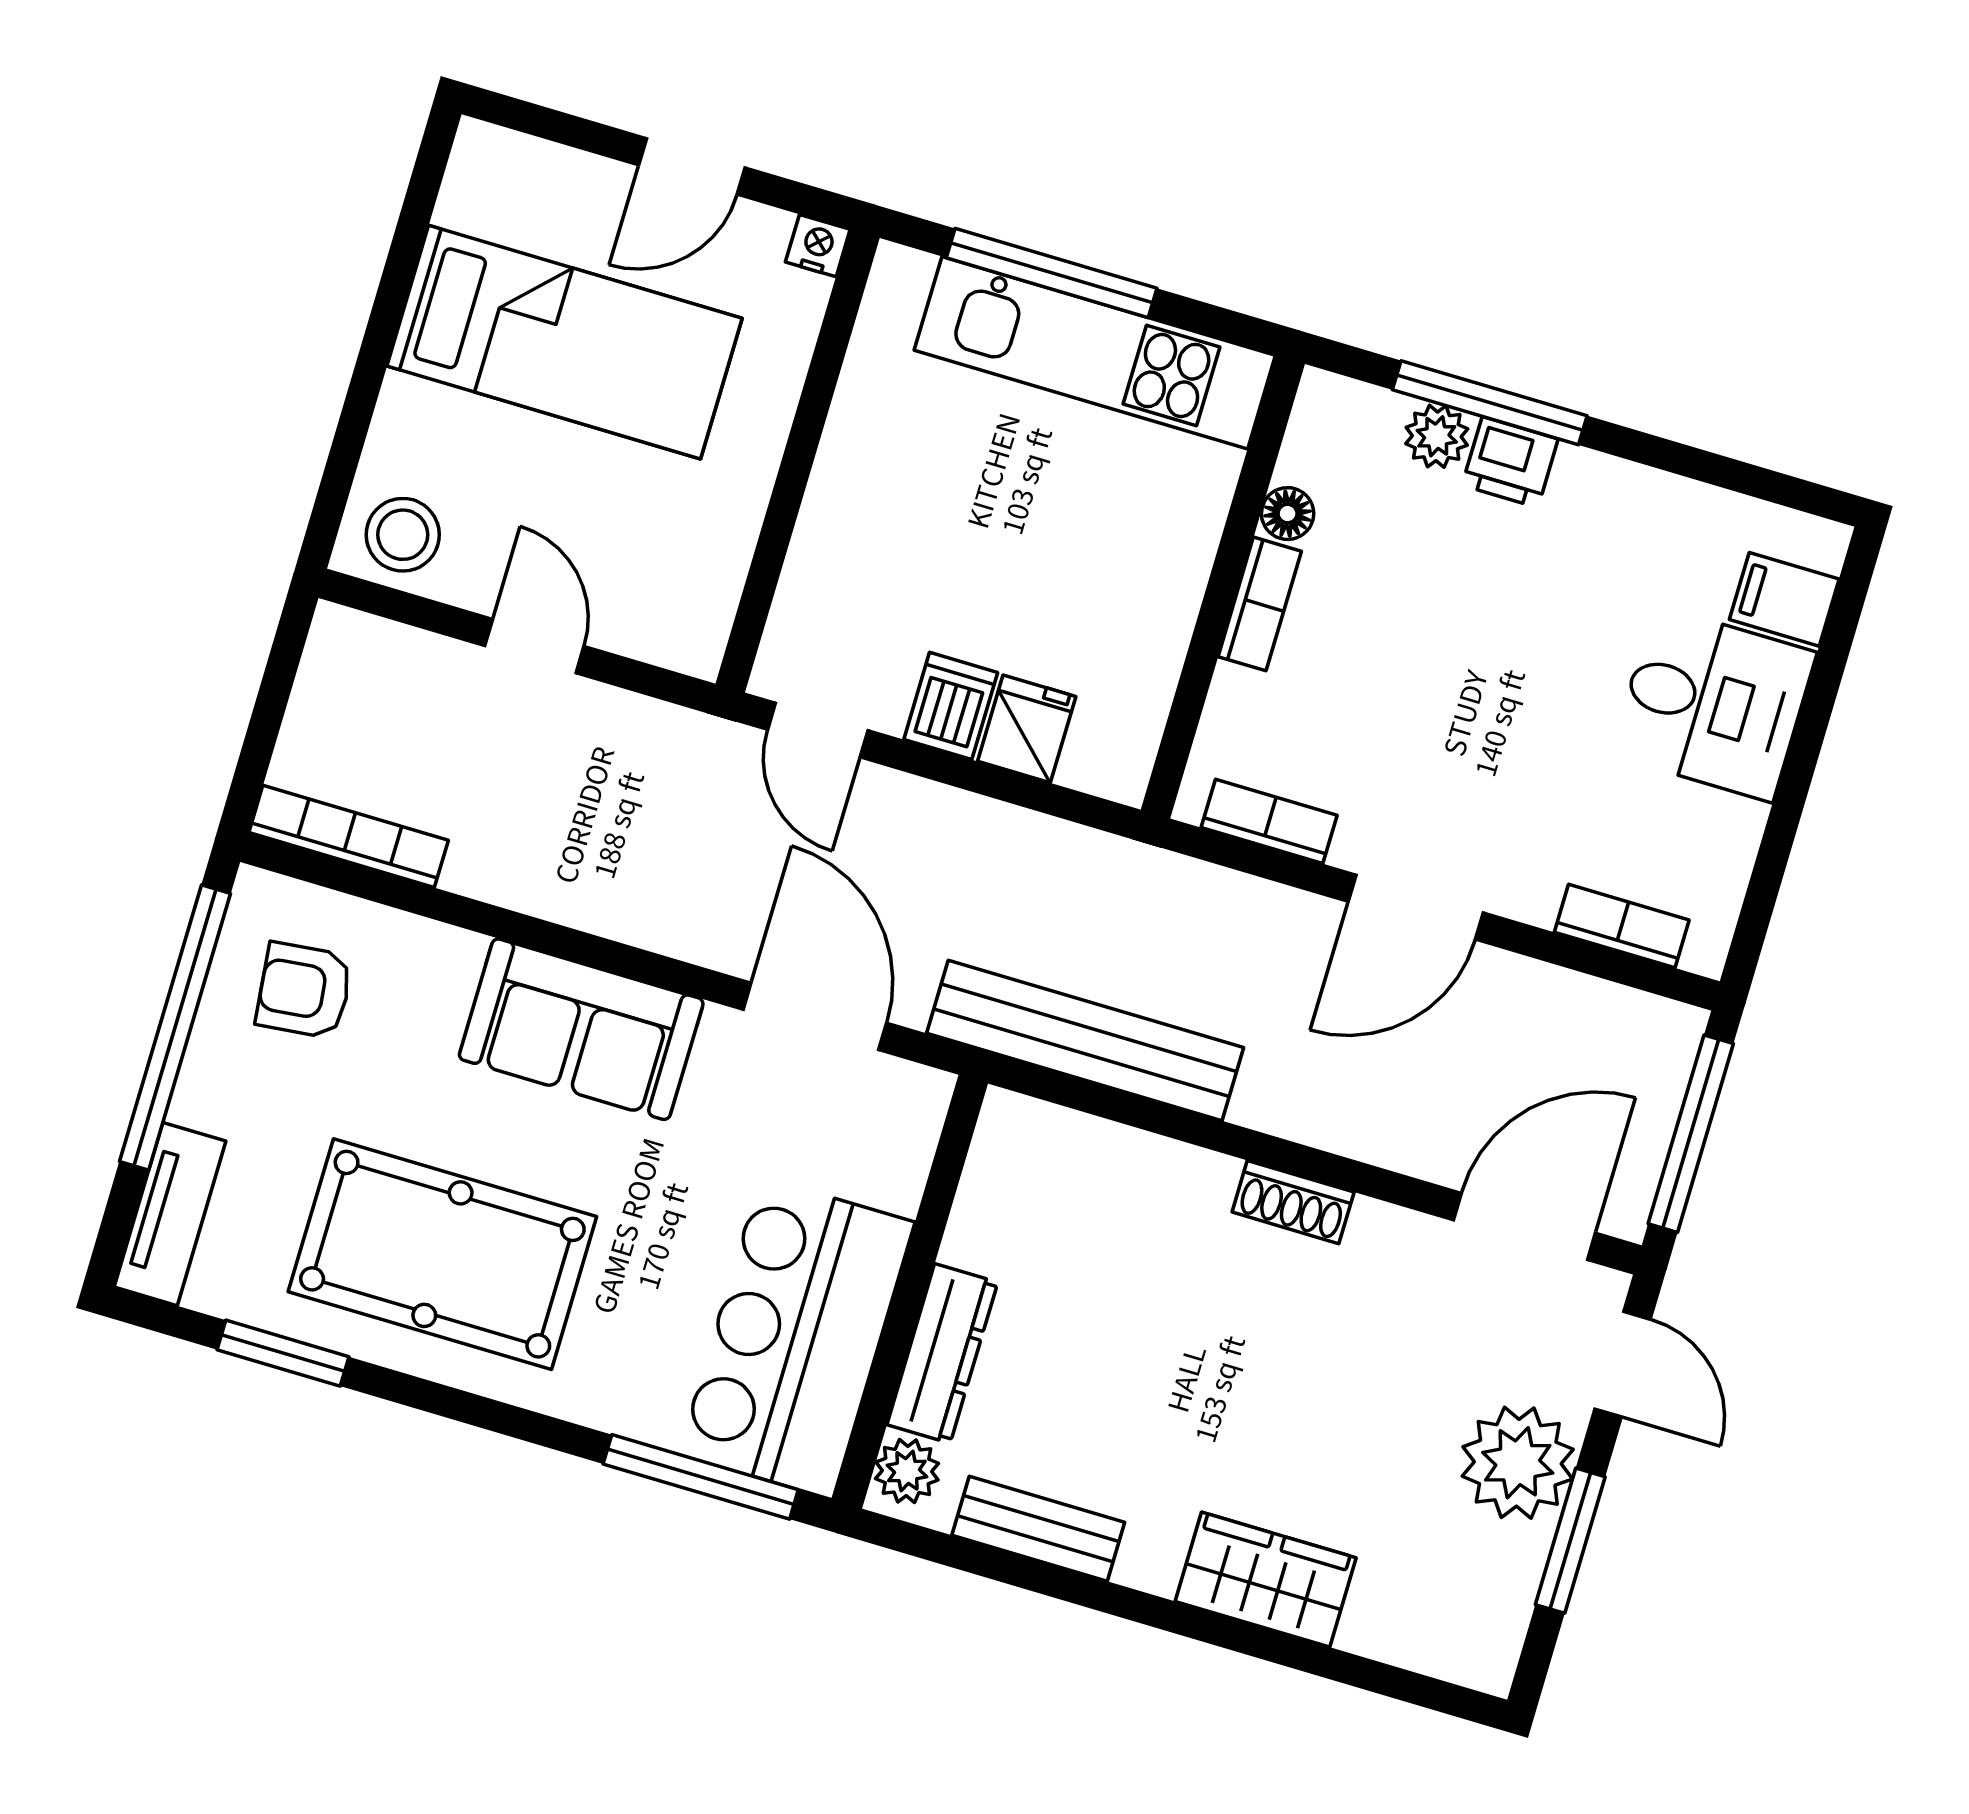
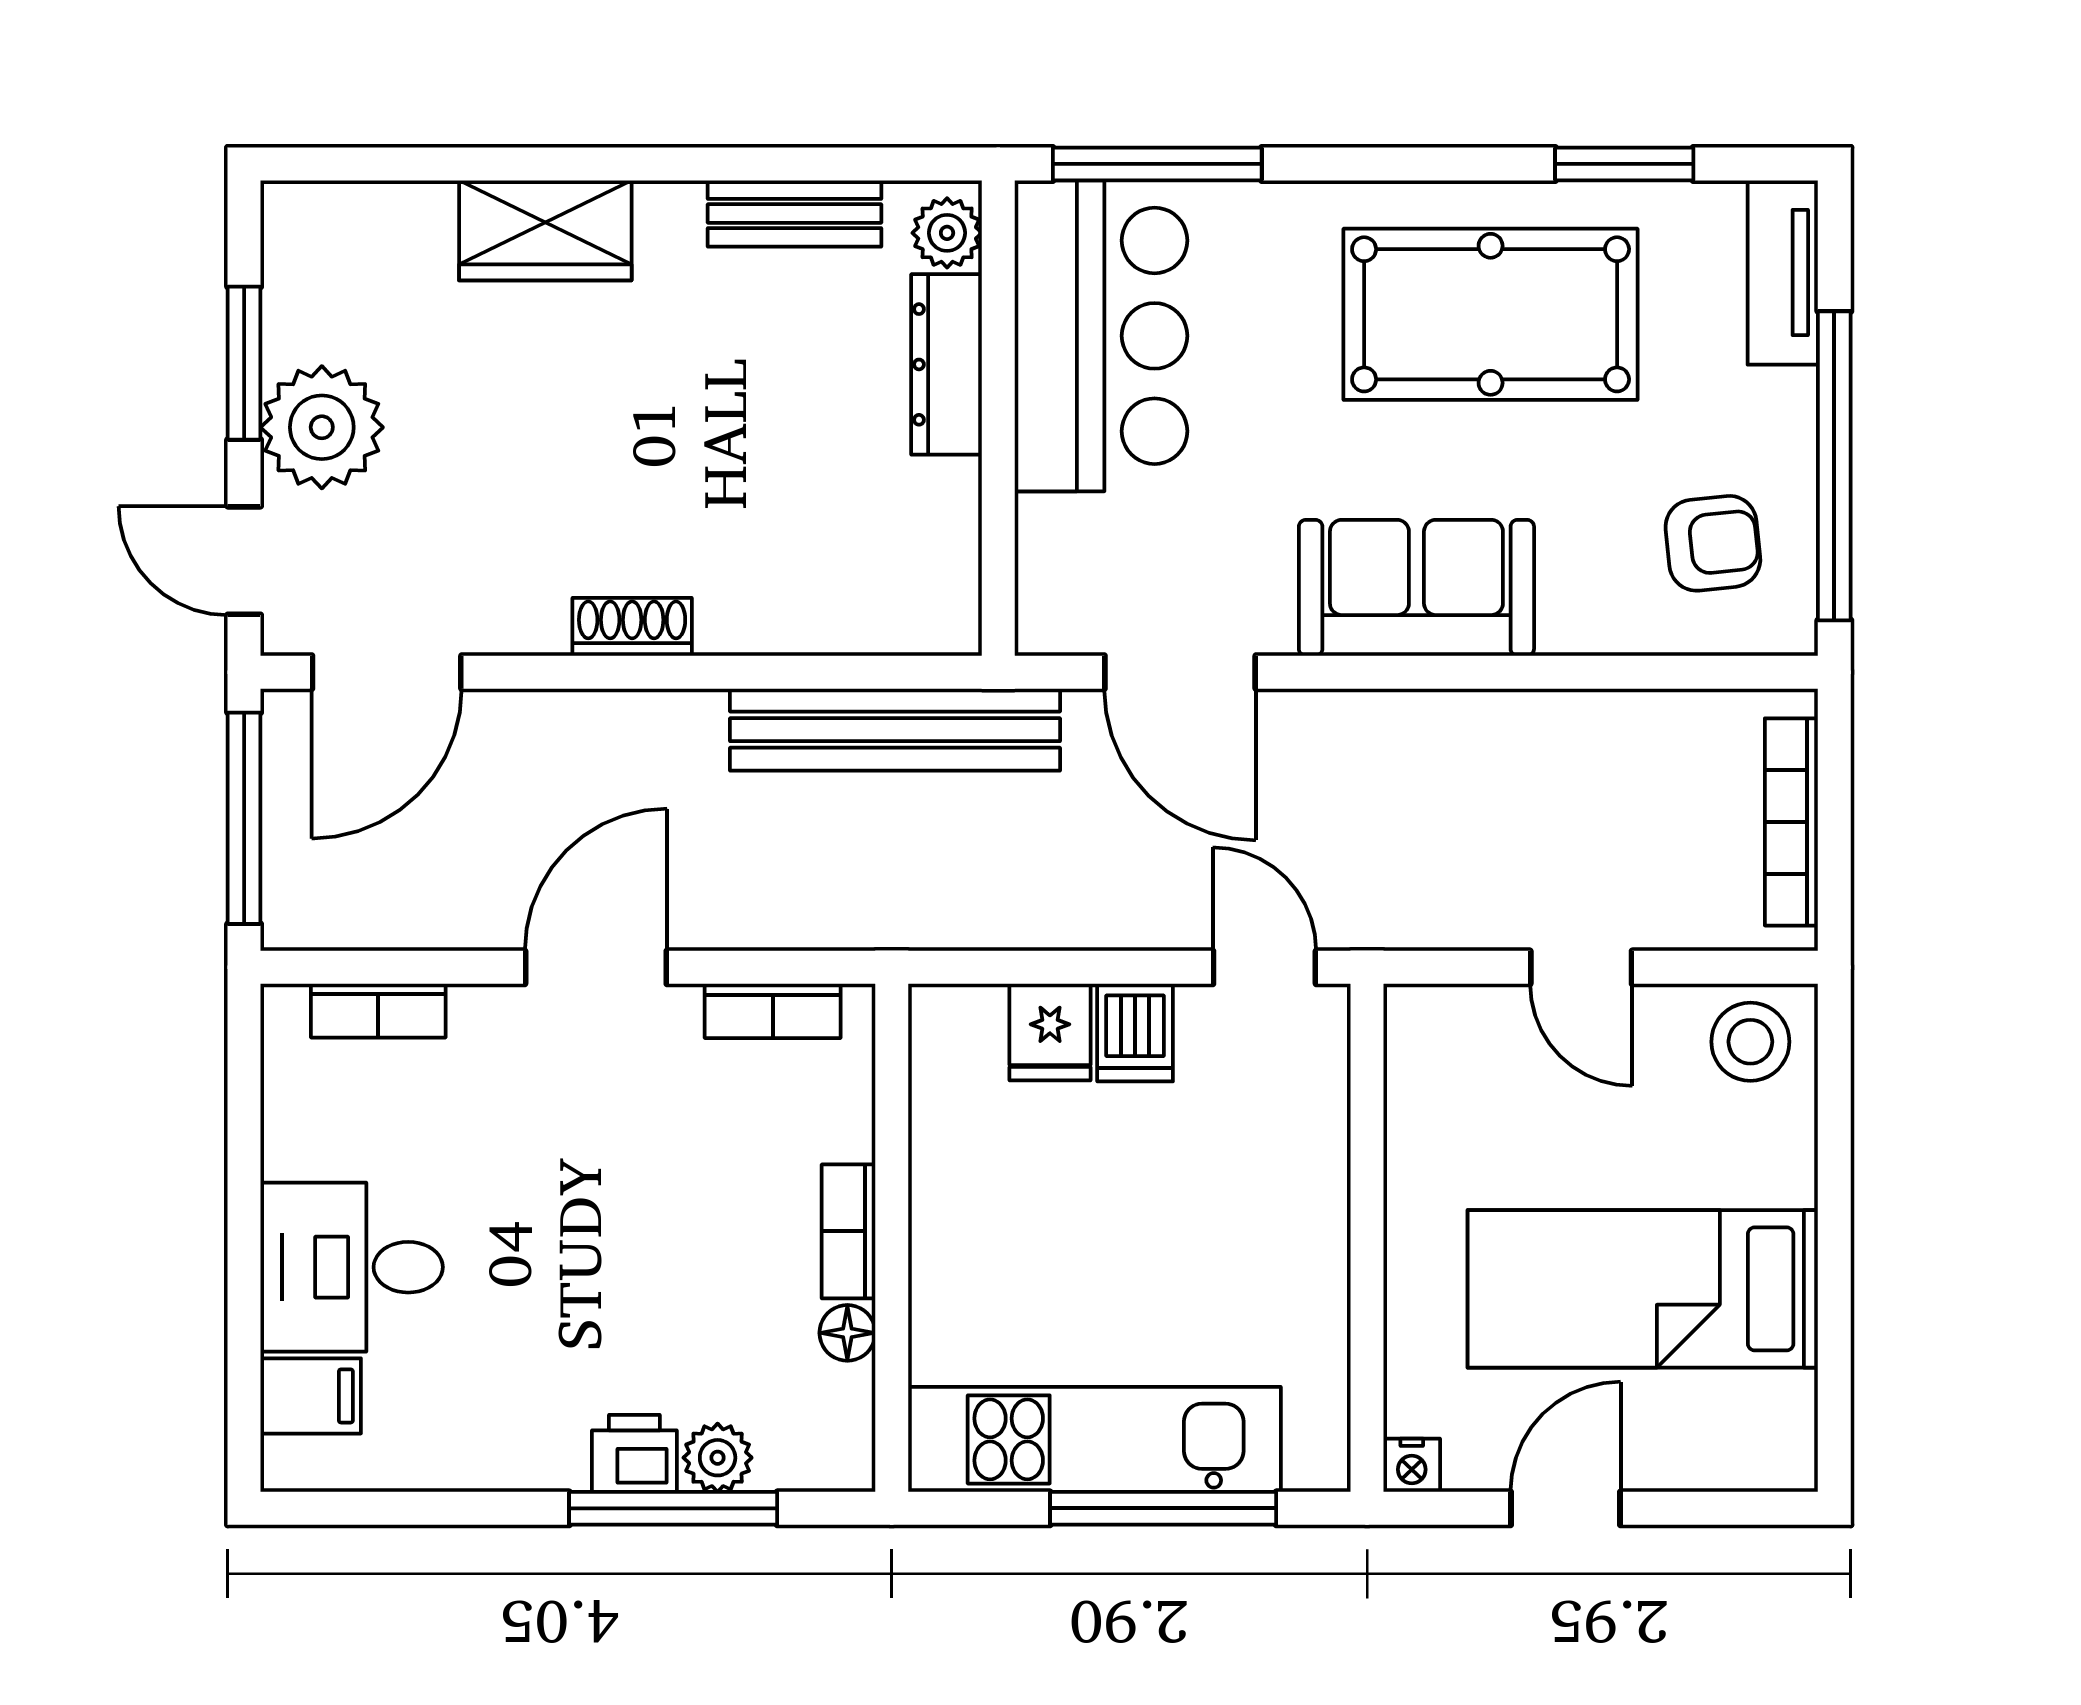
bookcase: (349, 836) -> (1791, 822), moved, turned 90

